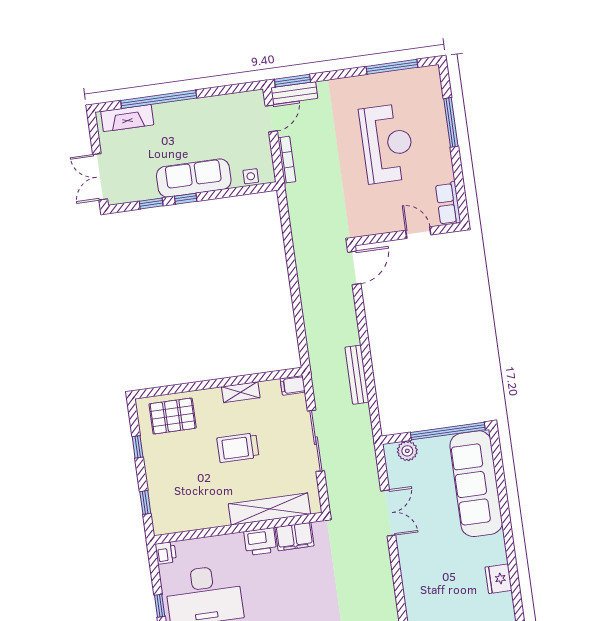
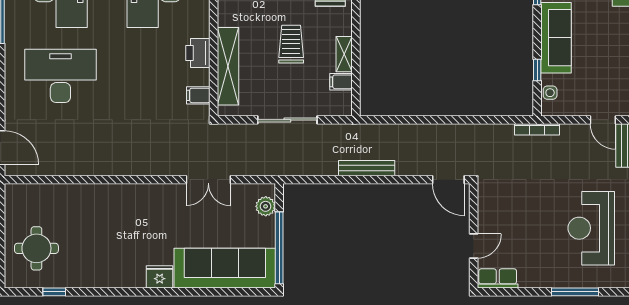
reception desk: (387, 144) -> (591, 228), moved, turned 90
bookcase: (287, 160) -> (537, 129), moved
window: (186, 199) -> (537, 70), moved
bench: (357, 375) -> (367, 168), moved
filing cabinet: (293, 385) -> (341, 82), moved, turned -90
filing cabinet: (294, 537) -> (198, 95), width x0.50
fridge: (498, 579) -> (160, 277), moved

